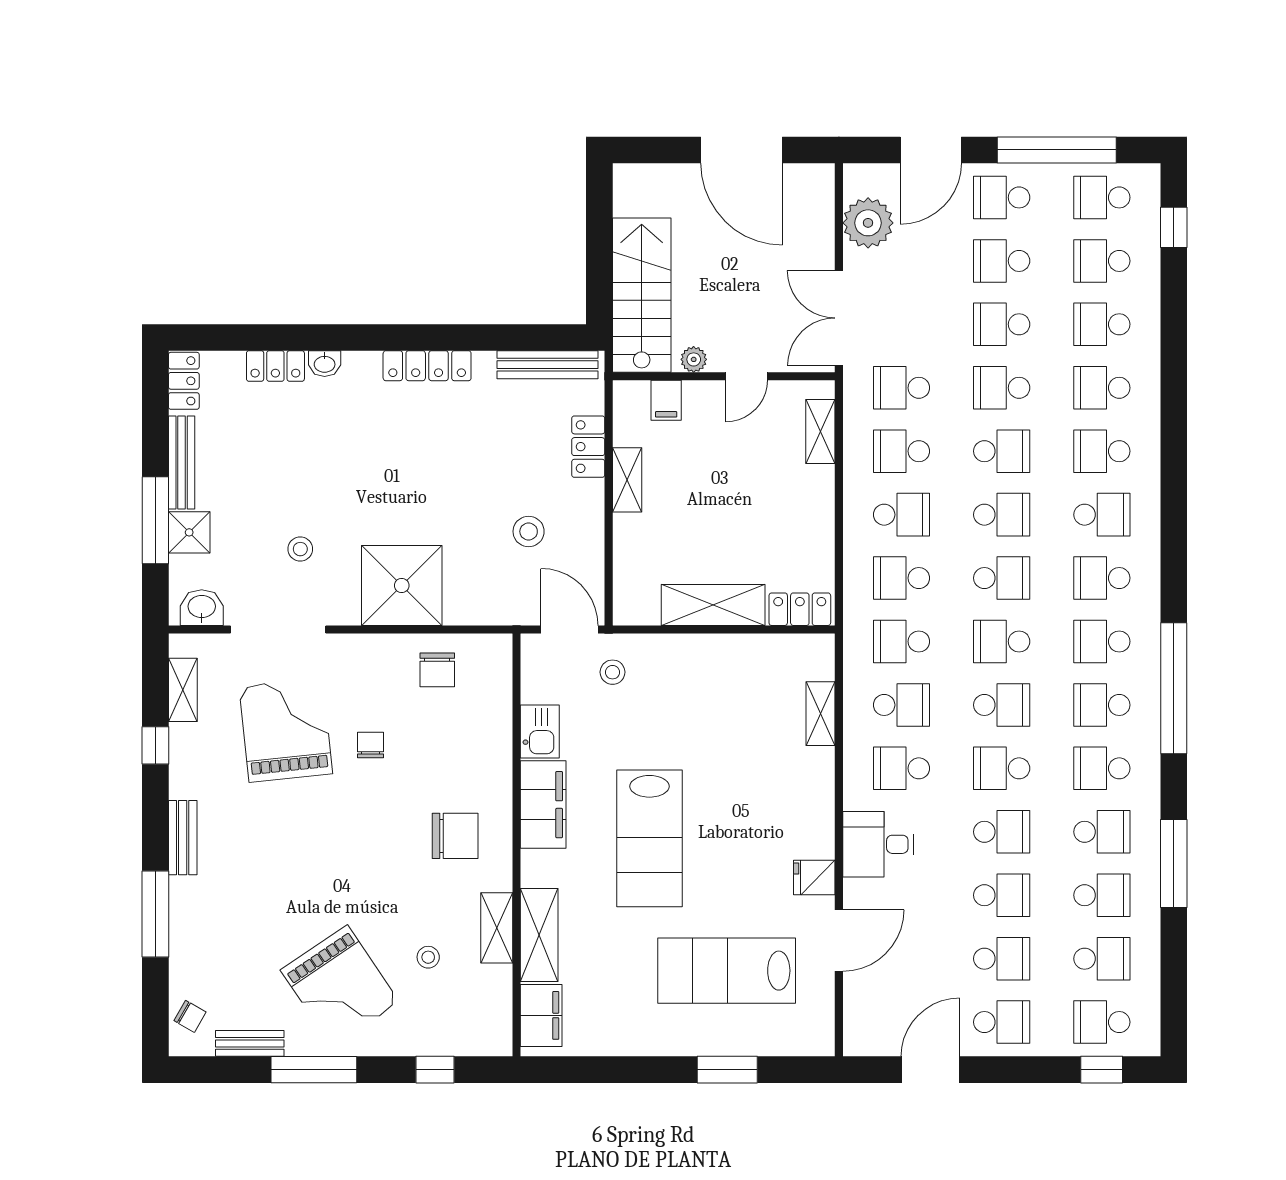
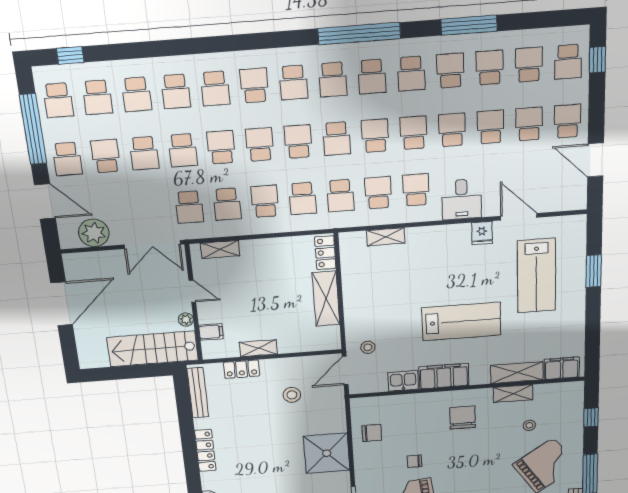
school desk: (1002, 261) -> (106, 156), turned 180
school desk: (901, 768) -> (416, 190), turned 180
school desk: (1002, 768) -> (414, 133), turned 180

